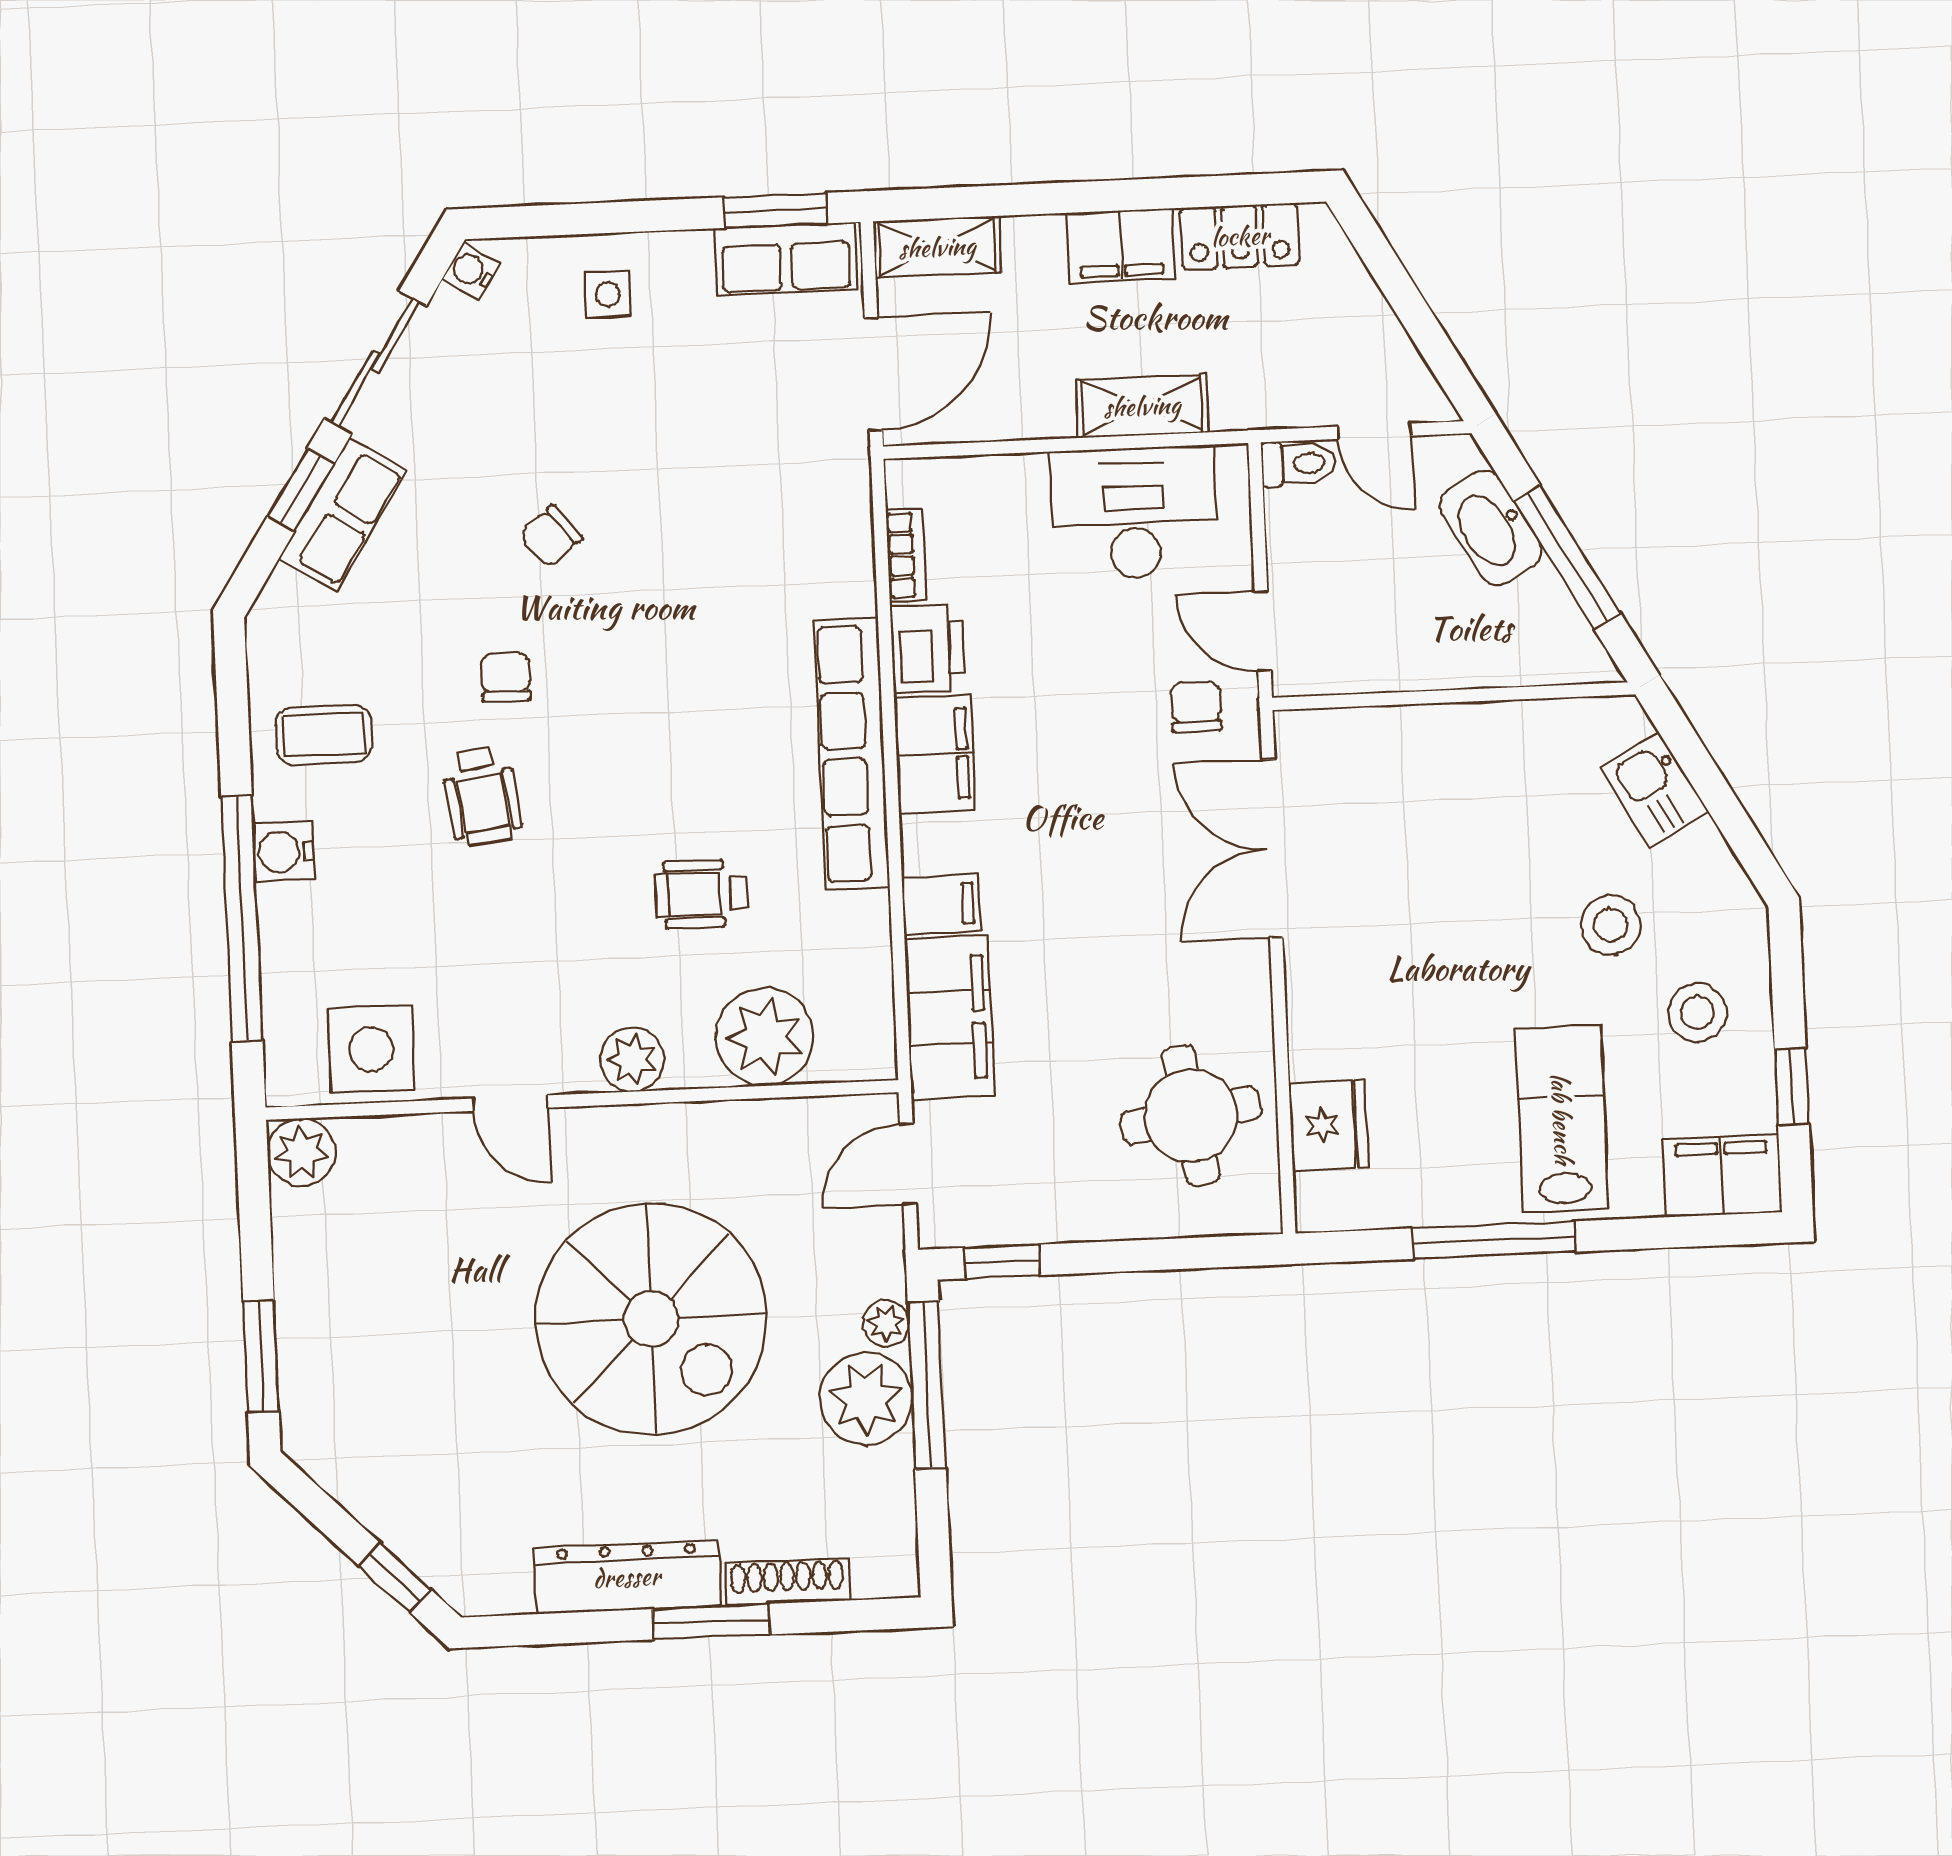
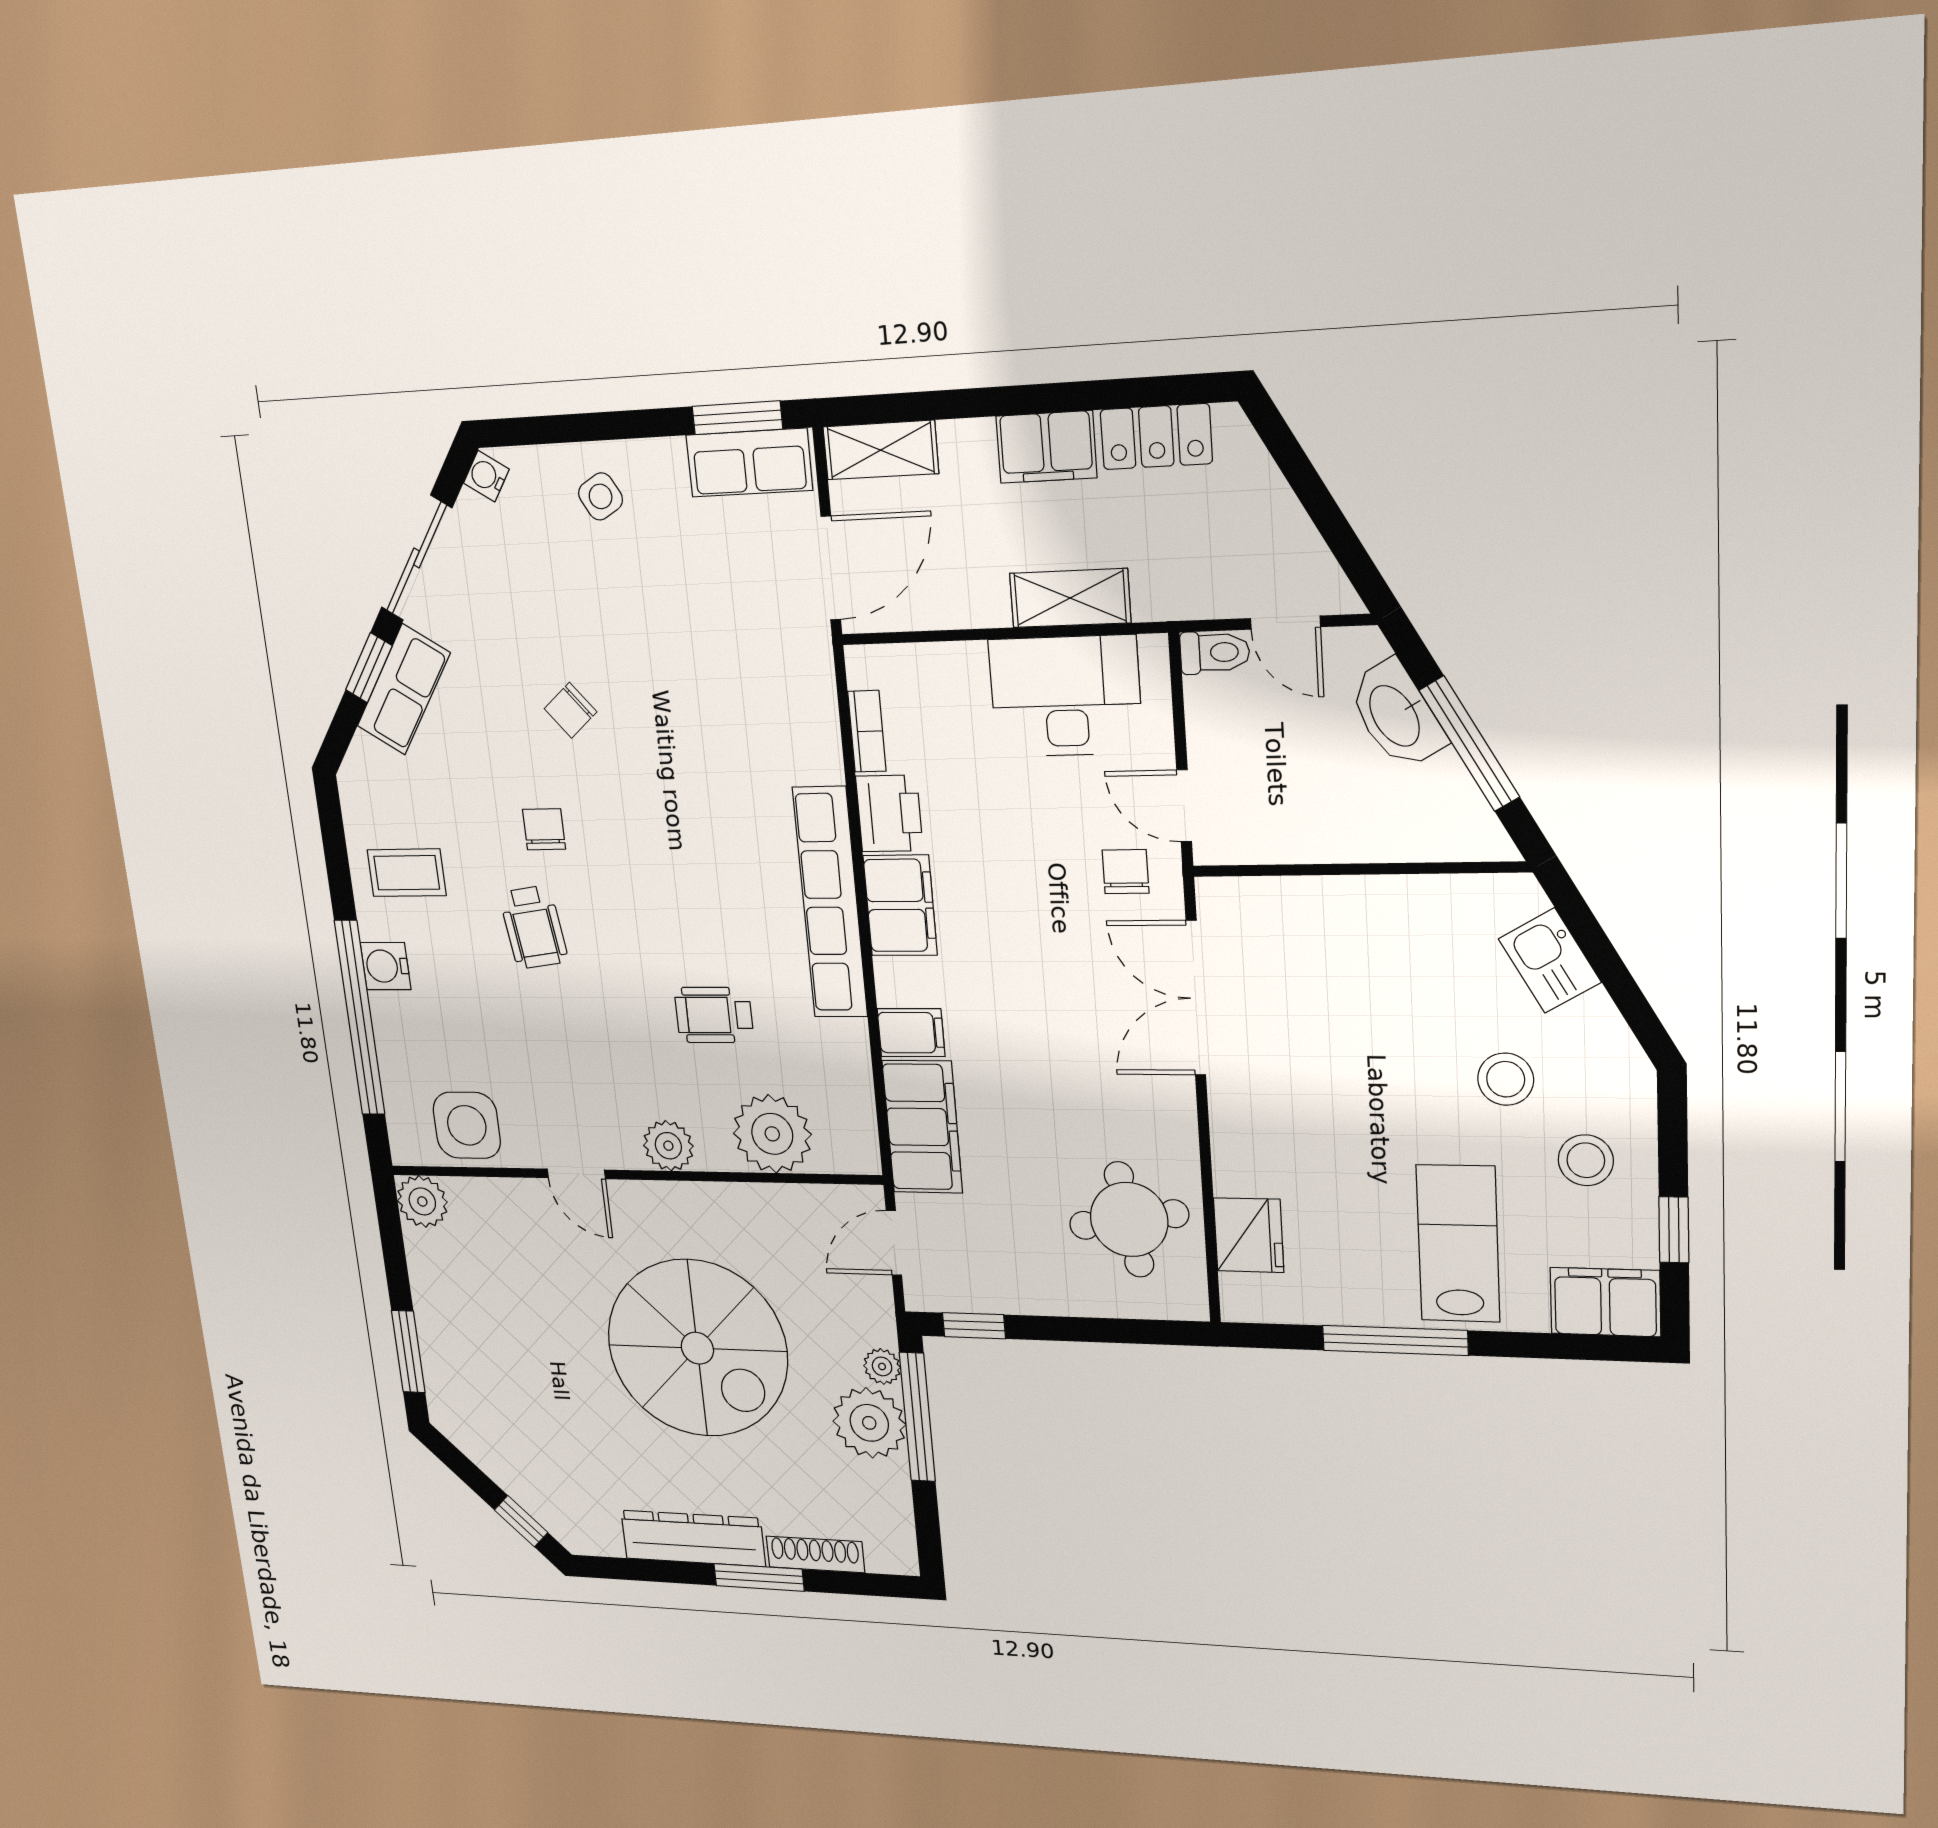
side table: (608, 294) -> (601, 496), turned -30

